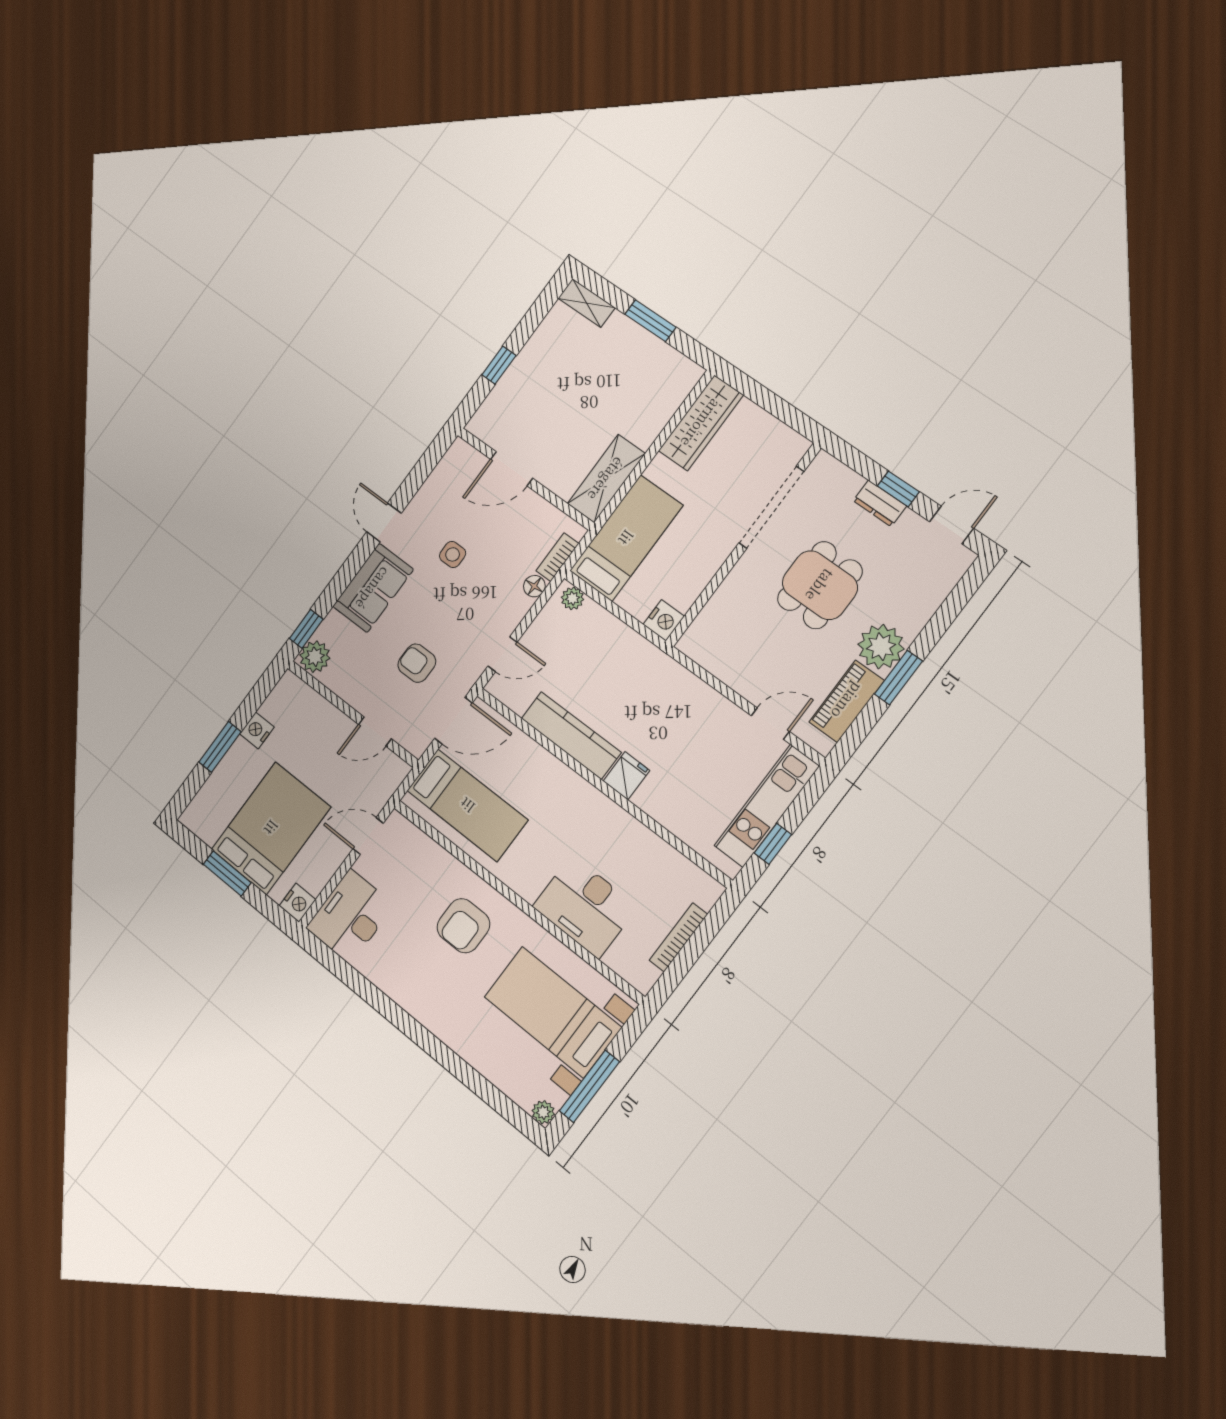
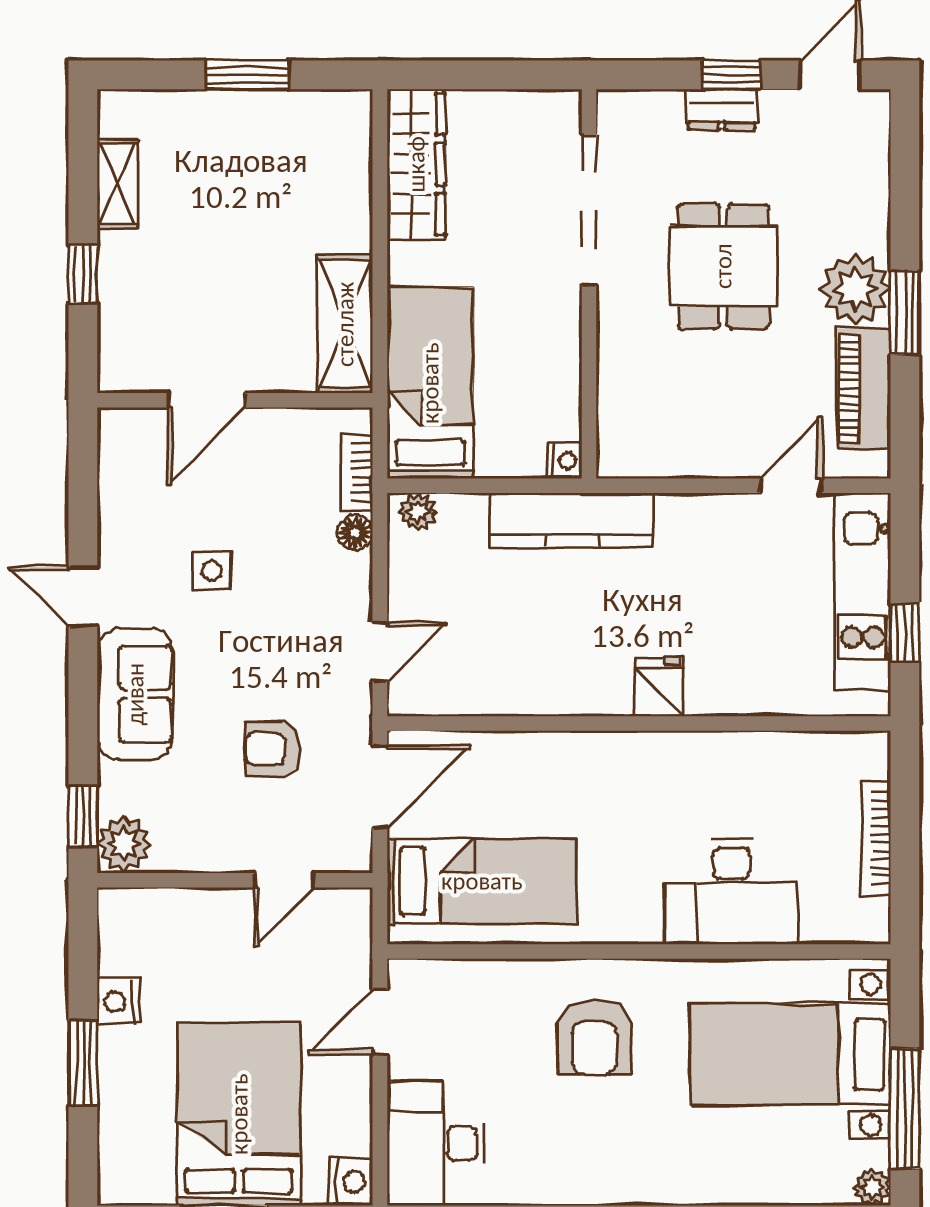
shelving: (587, 303) -> (117, 184), moved, turned 90
nightstand: (664, 620) -> (565, 461), width x0.72, depth x0.74
kitchen counter: (571, 735) -> (572, 520), moved, turned 180

